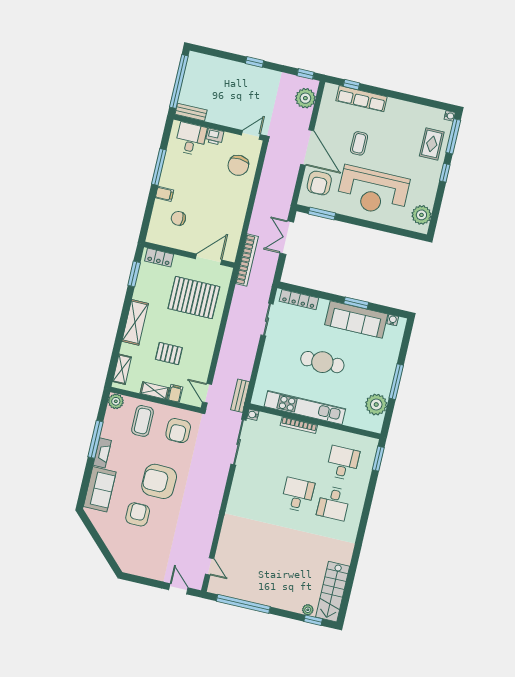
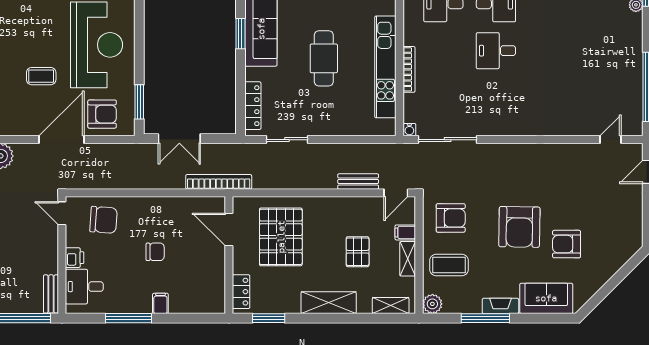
chair: (178, 218) -> (155, 252), moved, turned -90
bench: (240, 396) -> (358, 182), moved

